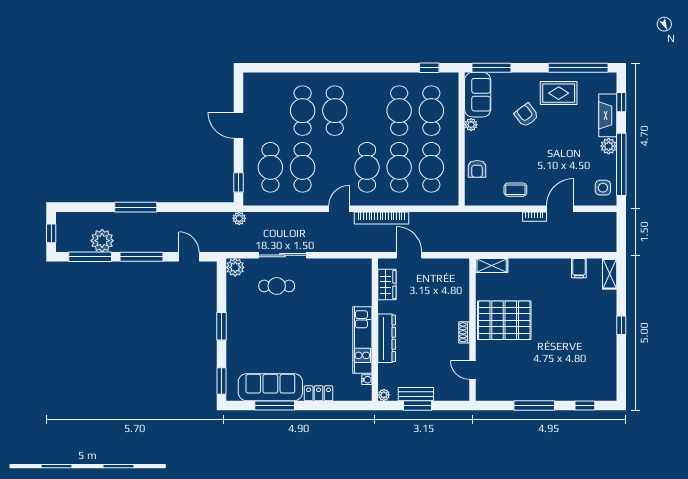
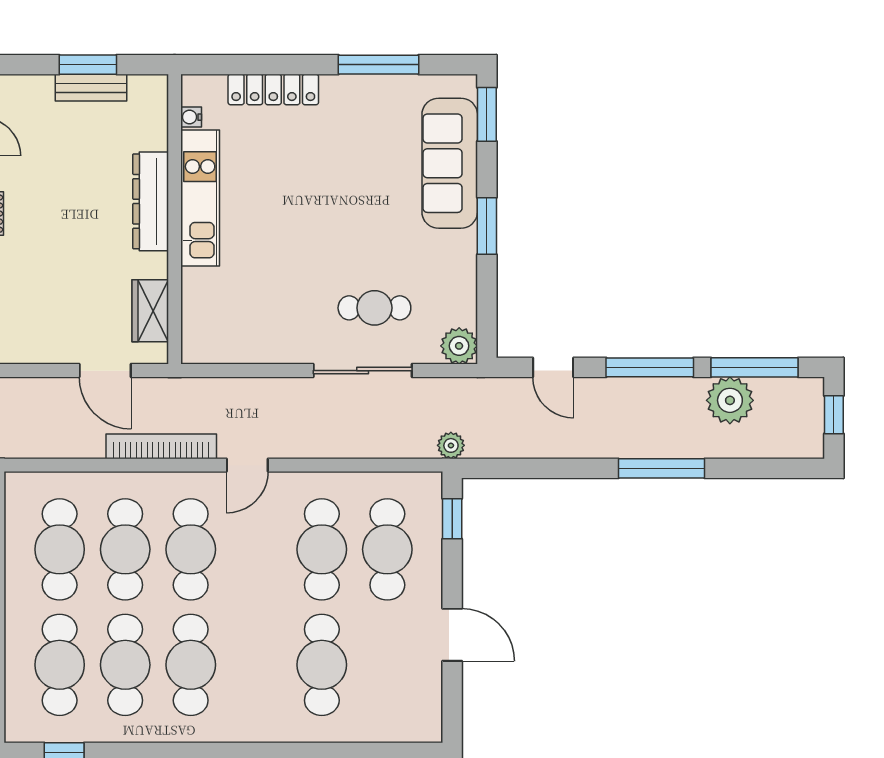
cafe table: (335, 111) -> (191, 665), moved
sofa: (270, 387) -> (450, 163), moved, turned 90
locker: (319, 393) -> (273, 89), width x1.53
plant: (384, 395) -> (156, 86), removed

